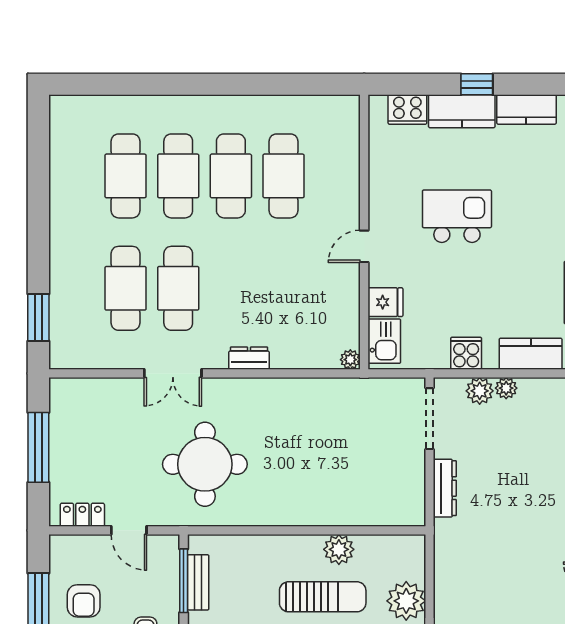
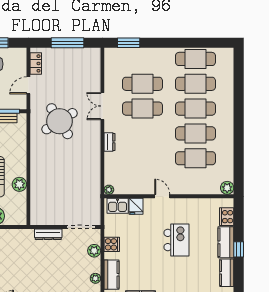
plant: (346, 109) -> (227, 188), added
cafe table: (73, 176) -> (195, 59), added
plant: (506, 388) -> (95, 278), moved
round table: (205, 464) -> (60, 121), turned -32

